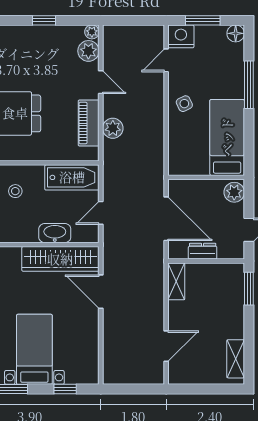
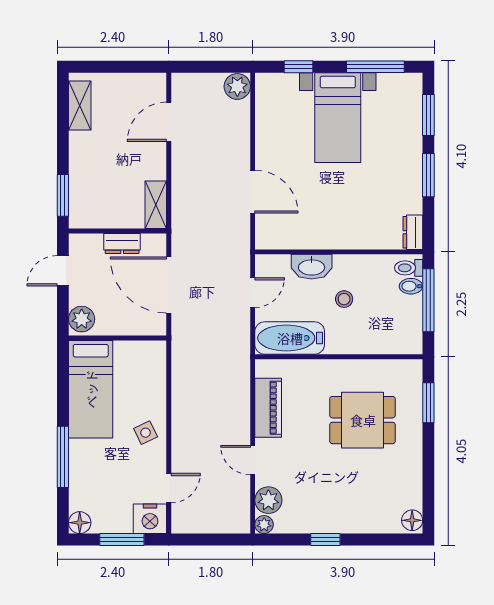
plant: (113, 128) -> (237, 86), moved
stool: (15, 191) -> (344, 299), moved
wardrobe: (60, 259) -> (304, 234), removed

